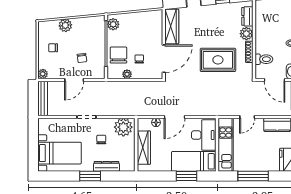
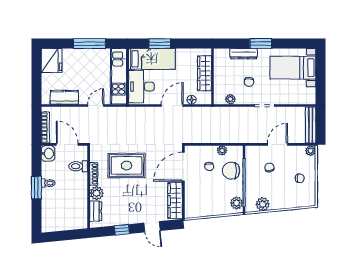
plant: (65, 25) -> (263, 204), moved
chair: (118, 55) -> (231, 171), turned 90
plant: (123, 127) -> (230, 99), width x0.53, depth x0.53

